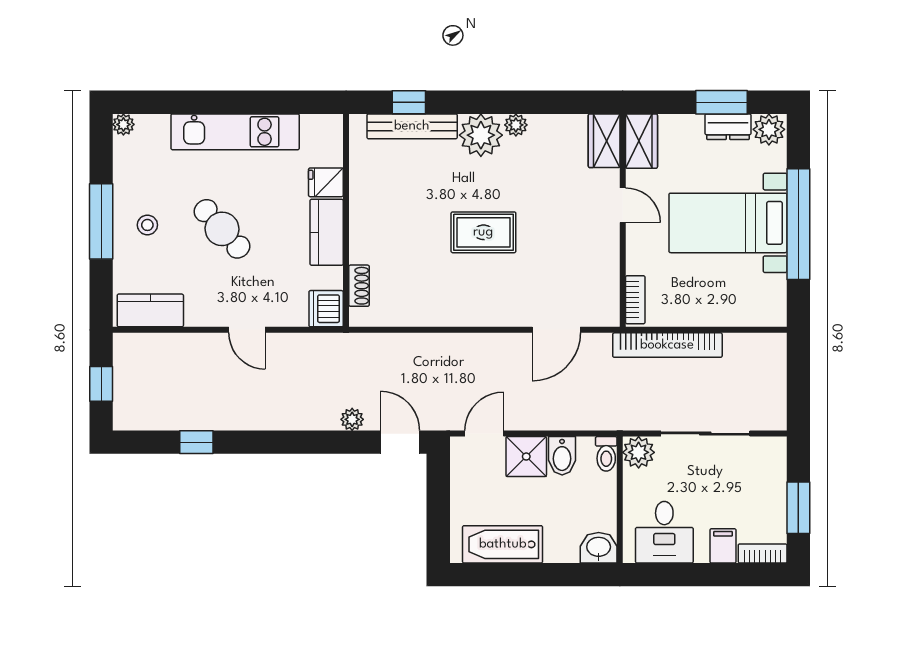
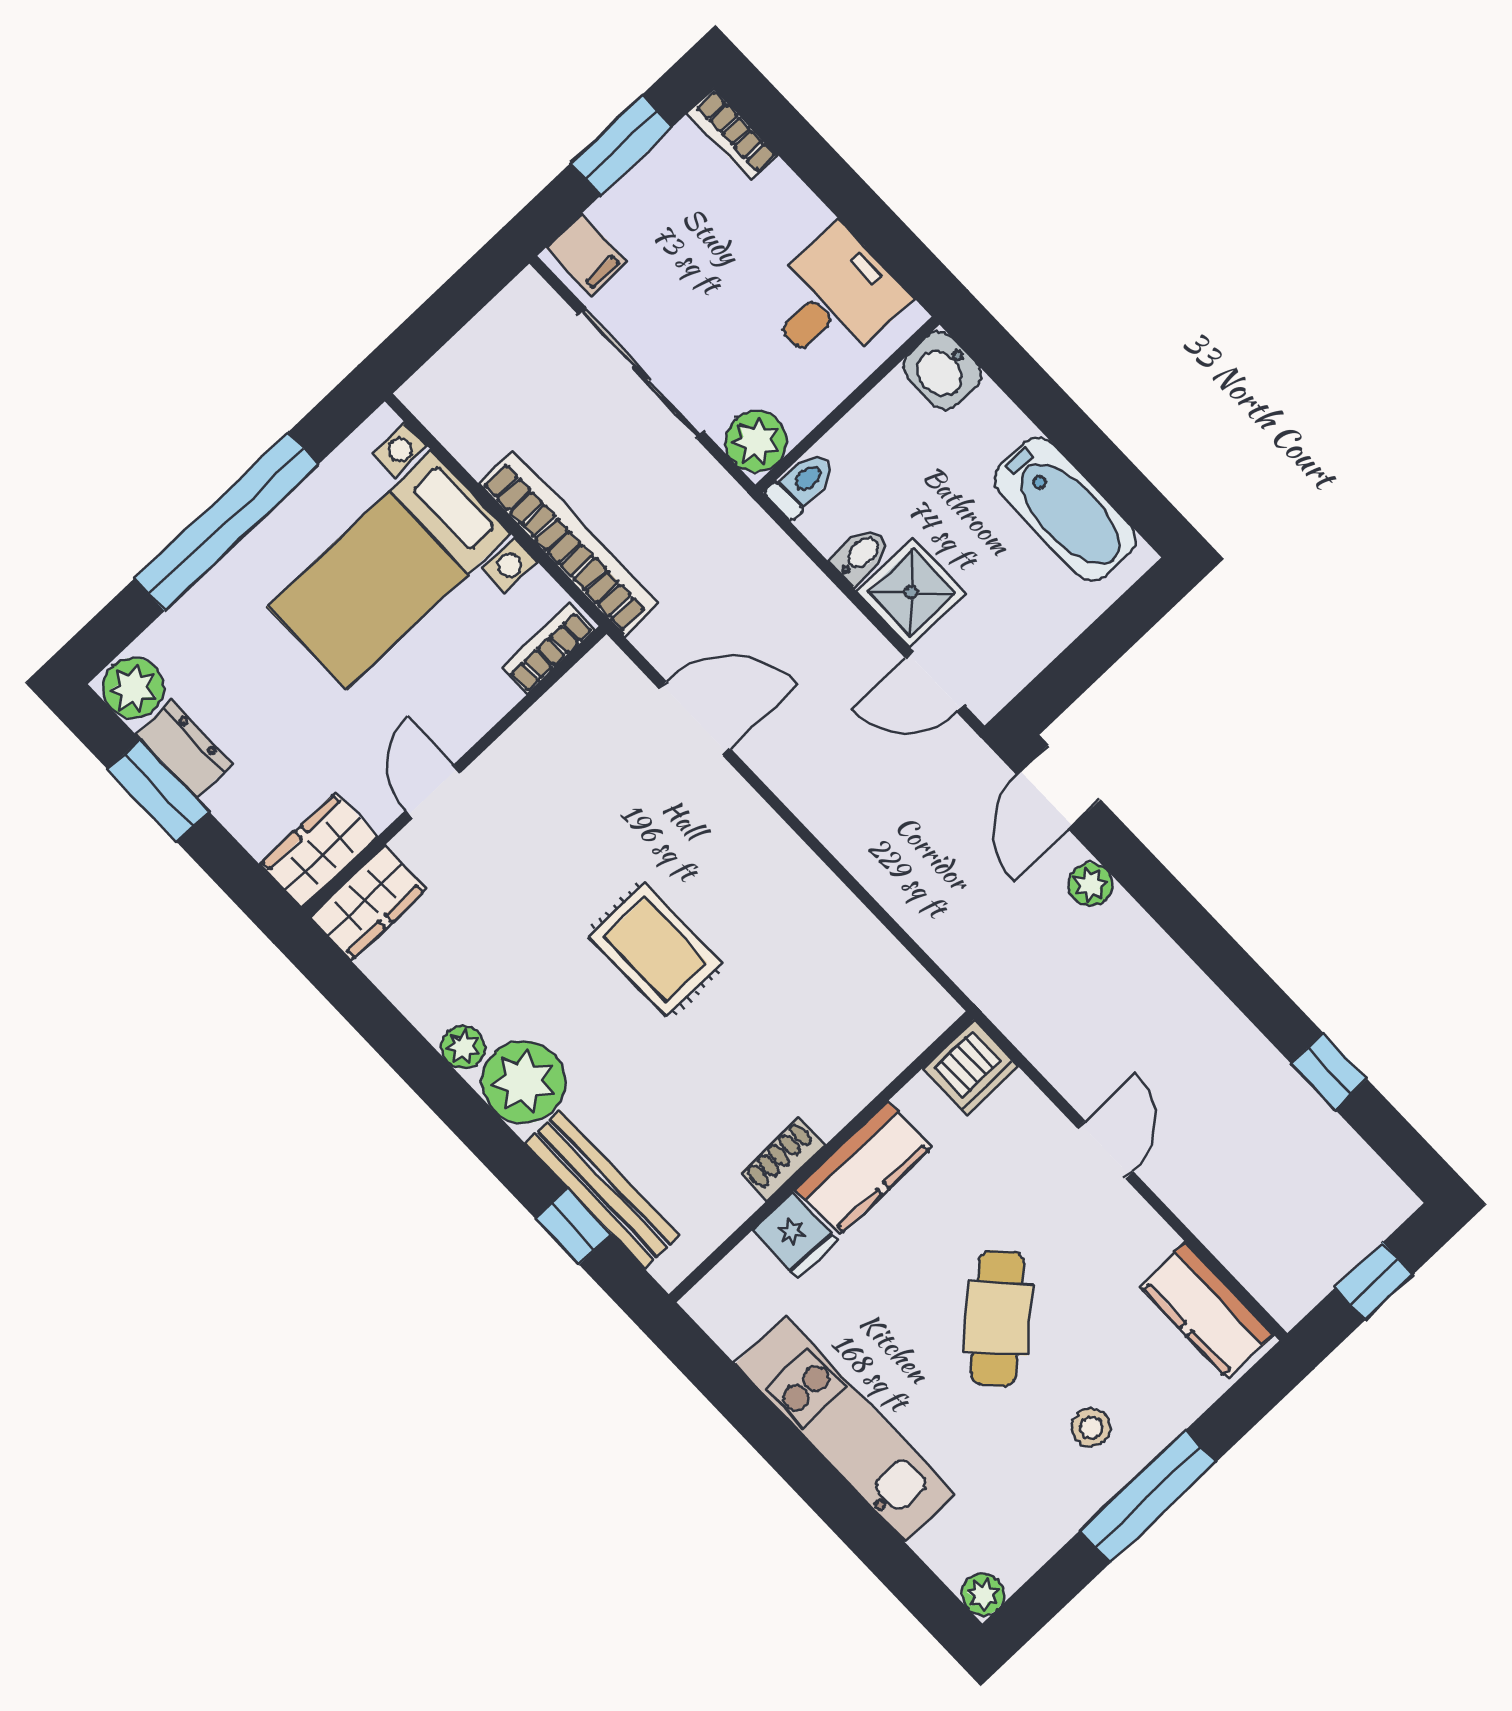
bed with nightstands: (728, 223) -> (389, 570), moved, turned 90
shoe rack: (359, 286) -> (783, 1159), moved
bidet: (562, 456) -> (860, 555), width x0.72, depth x0.74
filing cabinet: (723, 546) -> (587, 255), moved, turned -90

